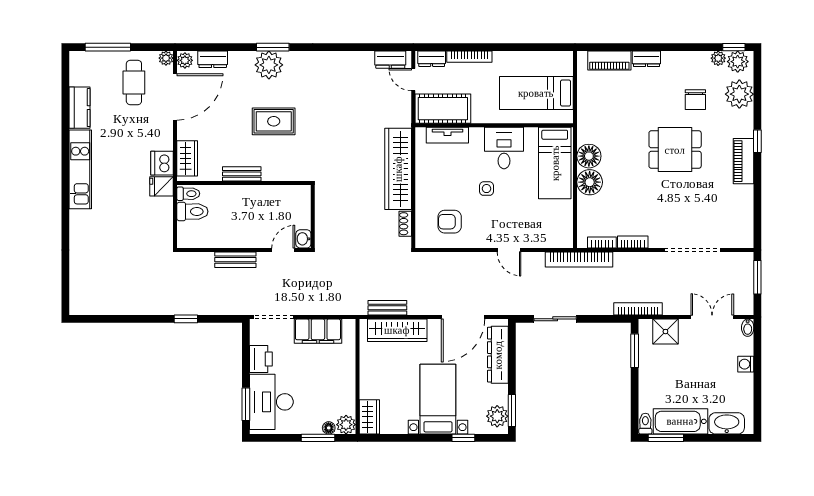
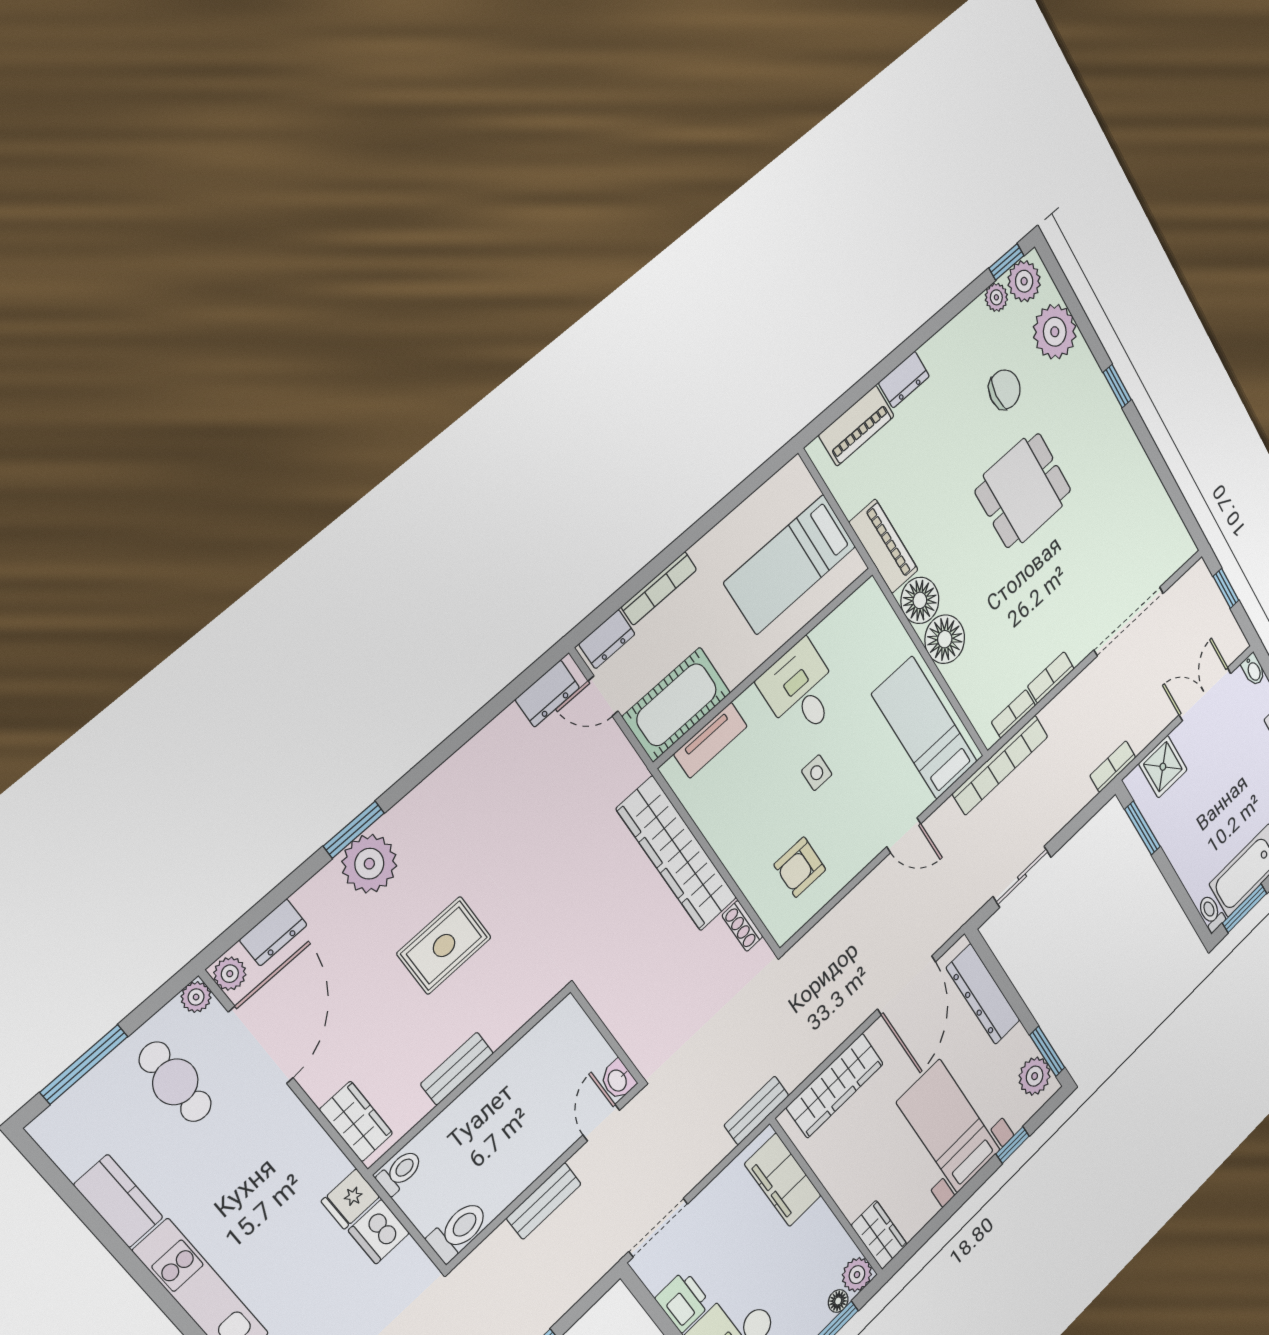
chair: (695, 100) -> (1005, 389), turned -86
piano: (743, 161) -> (884, 546), moved, turned 180
dishwasher: (162, 163) -> (379, 1232), moved
bed: (555, 163) -> (925, 728), moved, turned 180
toilet: (192, 212) -> (458, 1231), moved
window: (757, 277) -> (1226, 588), width x0.67
bench: (387, 308) -> (757, 1110), moved
bookcase: (638, 309) -> (1113, 767), width x0.64
filing cabinet: (318, 331) -> (783, 1180), moved, turned 90

